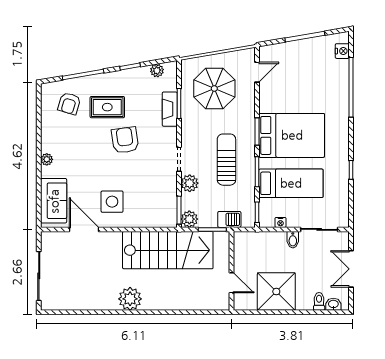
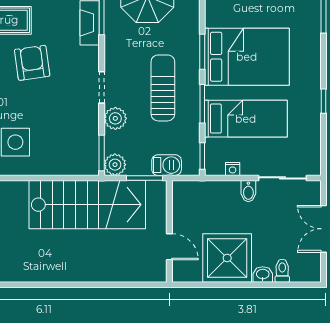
plant: (130, 299) -> (39, 267), removed
washbasin: (333, 304) -> (263, 274), moved

